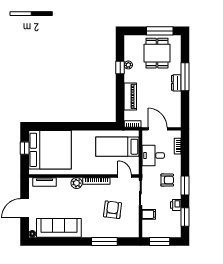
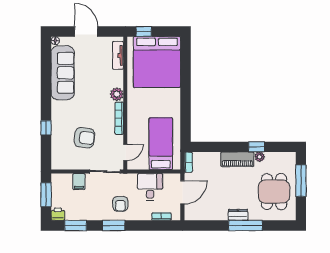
window: (160, 31) -> (301, 181), moved
dining table: (157, 53) -> (274, 192), turned 90
piano: (130, 96) -> (237, 159), moved
window: (25, 148) -> (144, 31), moved
printer: (176, 205) -> (58, 214), moved
window: (104, 241) -> (46, 128), width x0.46

